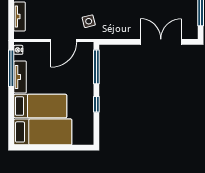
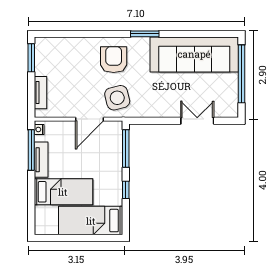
side table: (89, 21) -> (117, 98), width x1.87, depth x1.87
double door: (161, 42) -> (197, 121), width x0.73
bed: (43, 132) -> (91, 221), moved, turned 180

